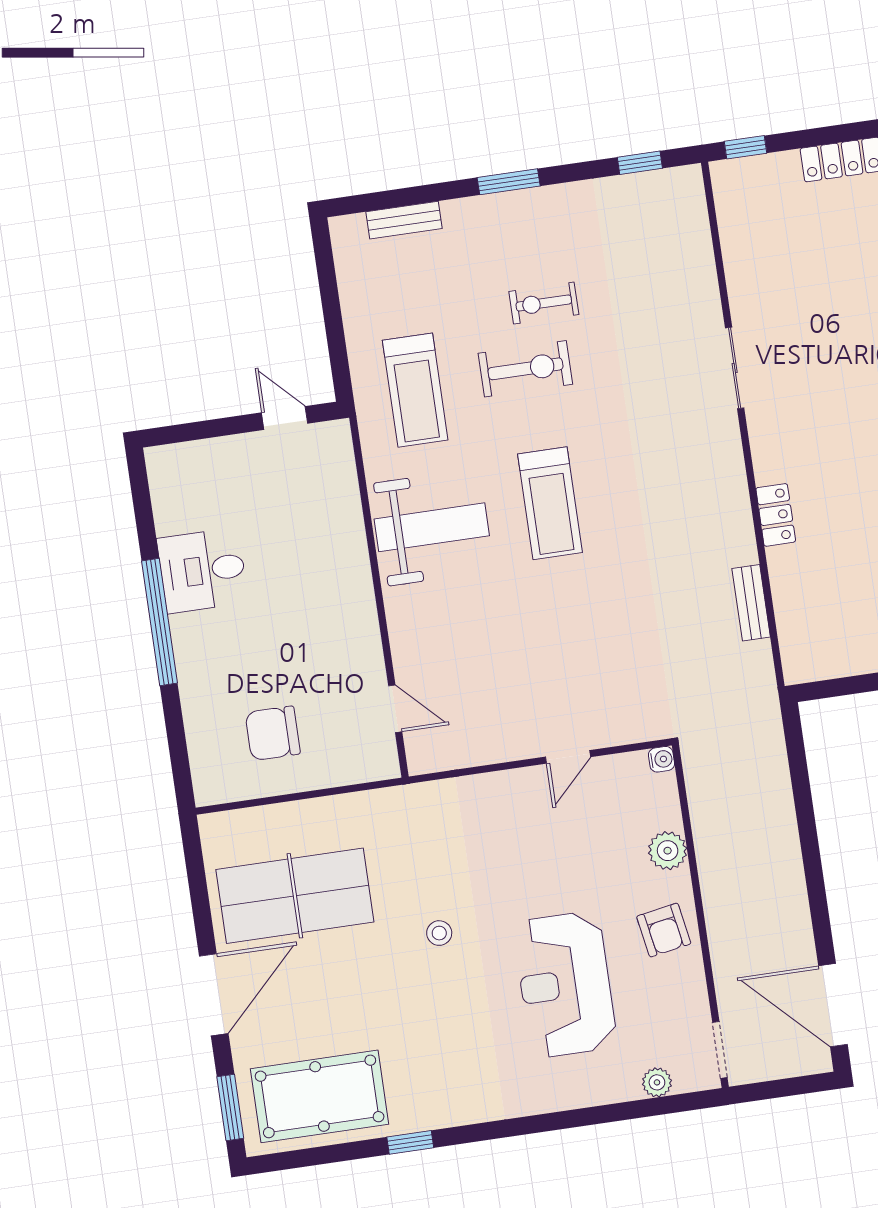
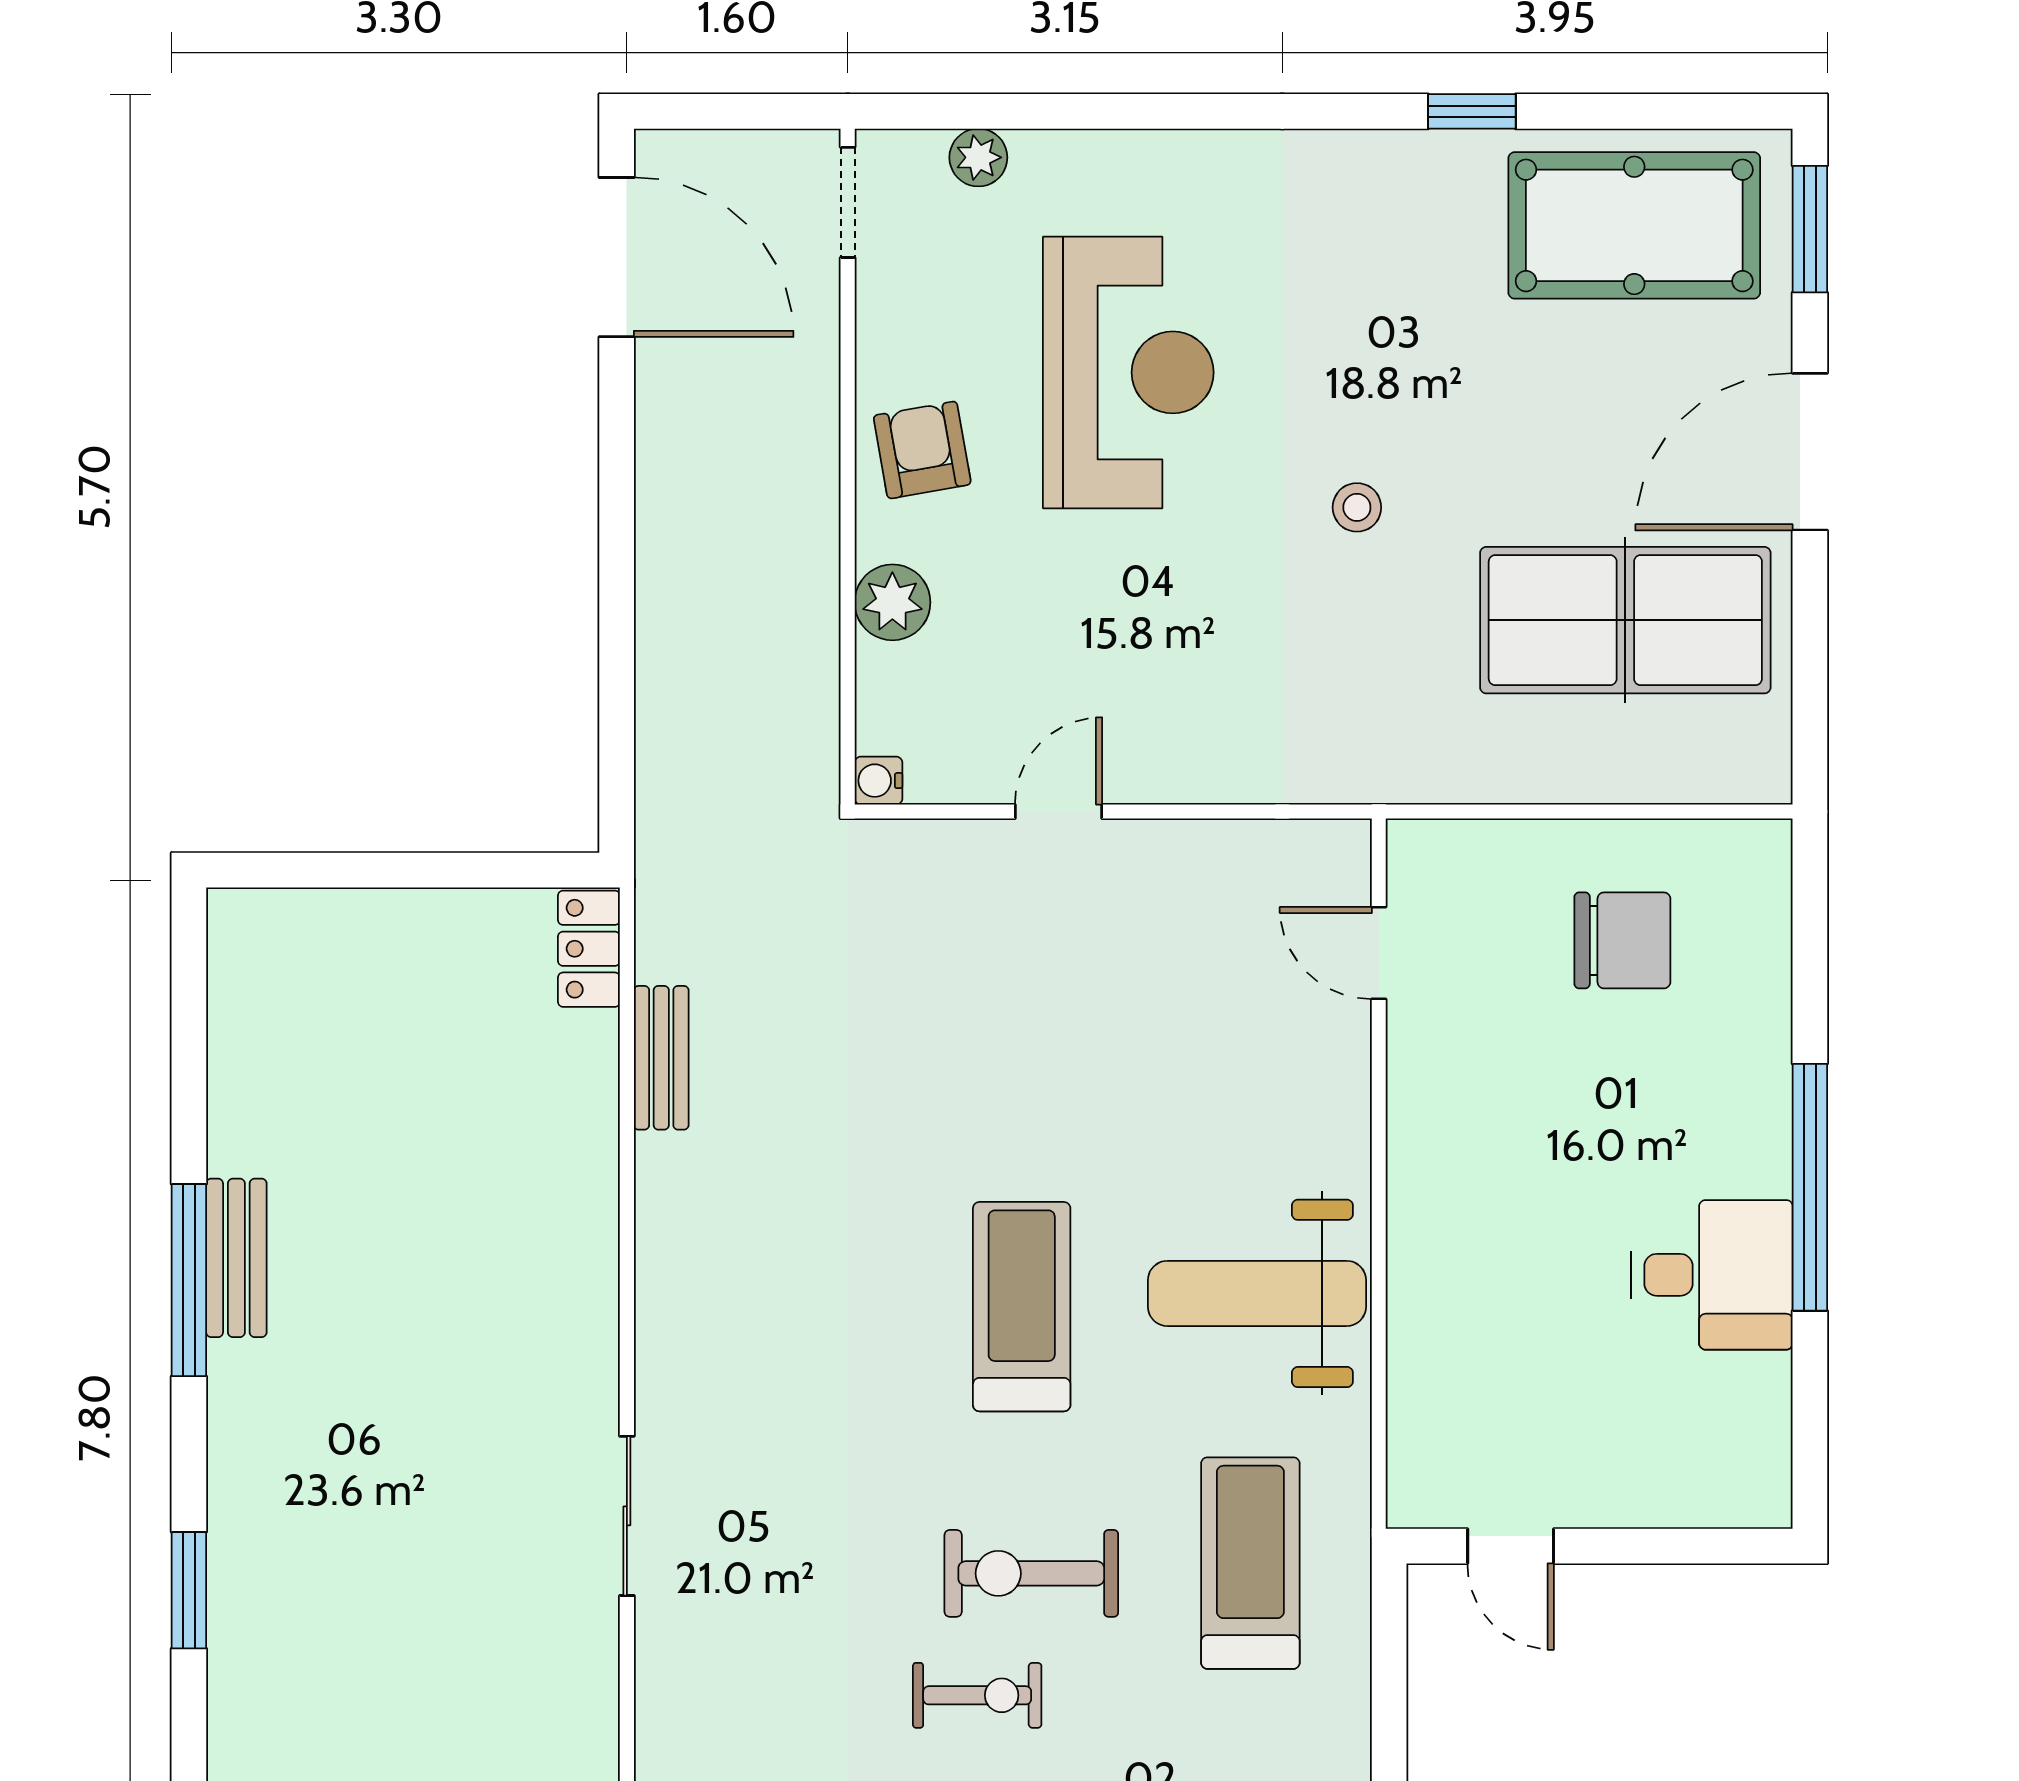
locker: (776, 515) -> (589, 949), moved

